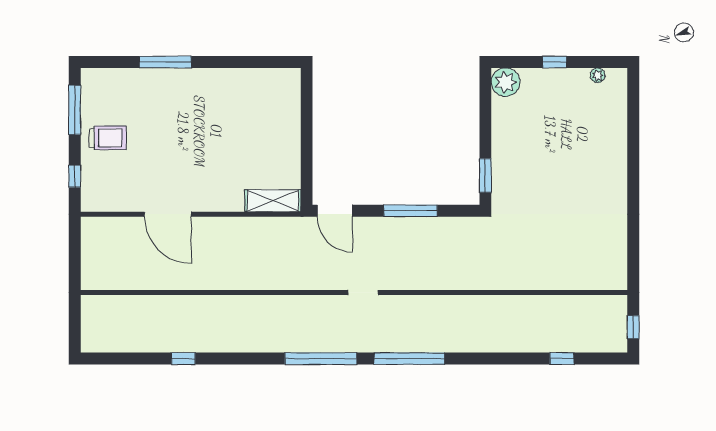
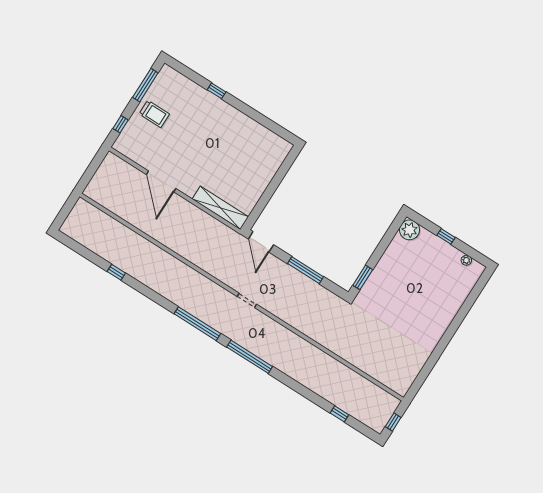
window: (165, 62) -> (217, 91), width x0.46
shelving: (273, 201) -> (220, 208), width x1.47

